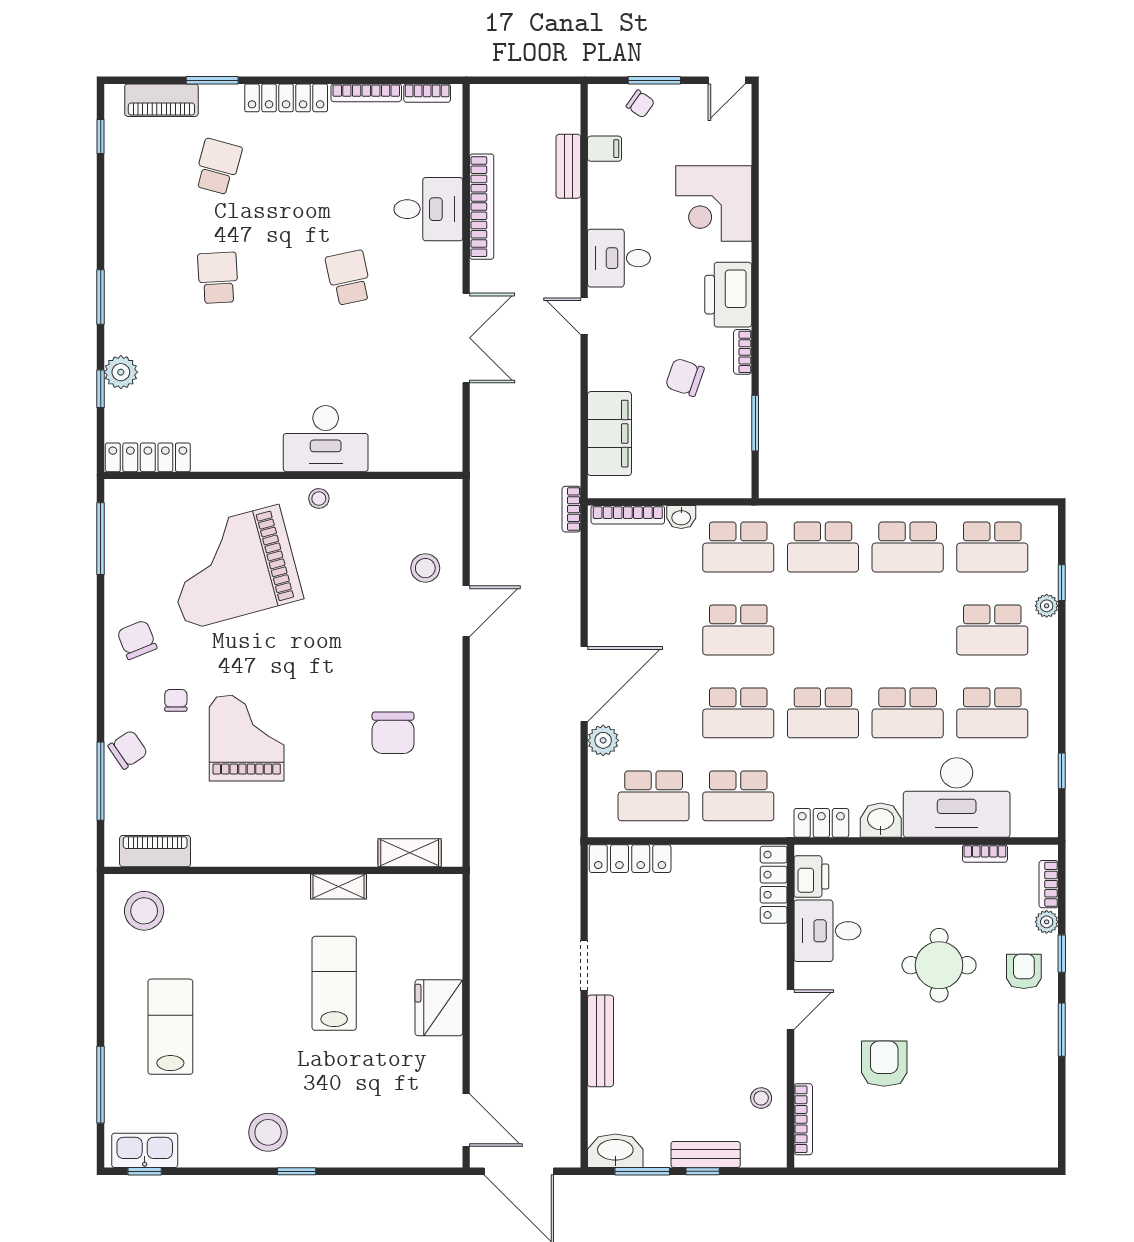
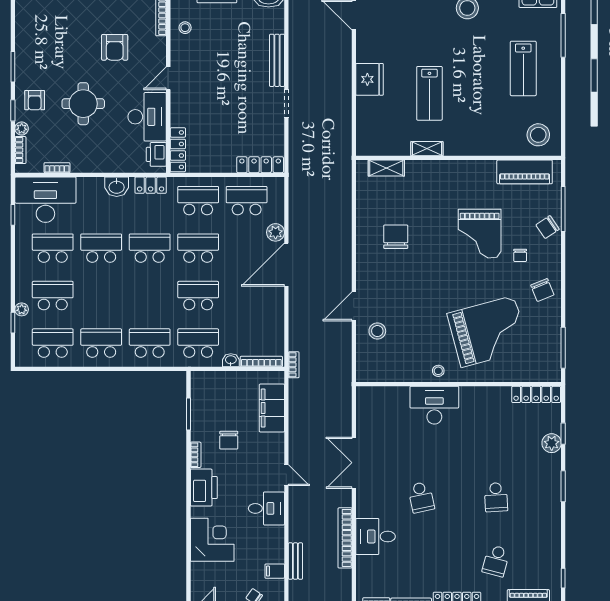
chair: (685, 377) -> (229, 440), turned 71
desk: (957, 798) -> (45, 200), moved
piano: (155, 851) -> (525, 172), width x1.37, depth x1.33
desk: (827, 931) -> (147, 117), width x1.37

